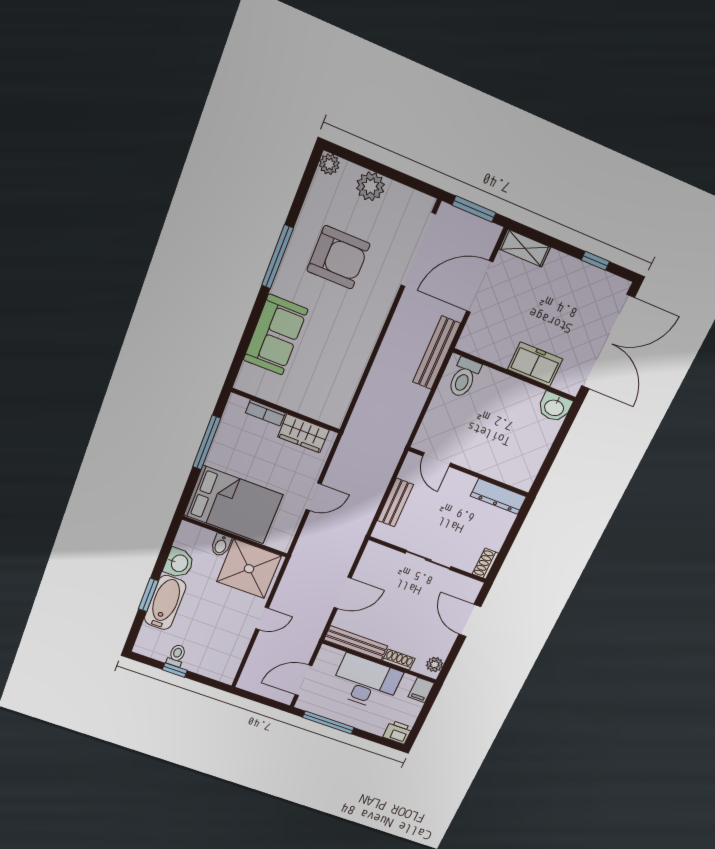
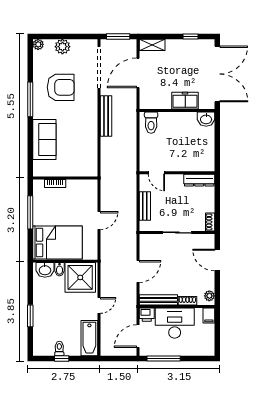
bench: (436, 353) -> (106, 116), moved
wardrobe: (303, 433) -> (79, 187), removed
washbasin: (179, 563) -> (45, 270), moved, turned 90
bathtub: (165, 603) -> (89, 338), moved, turned 180
printer: (398, 732) -> (147, 315), moved, turned 180

